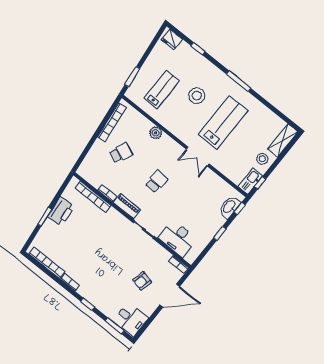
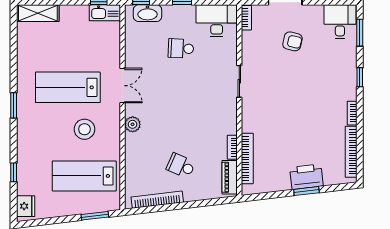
window: (239, 81) -> (14, 105), width x0.69
lab bench: (162, 90) -> (84, 176), width x1.36, depth x1.39
stool: (197, 96) -> (84, 129), moved
plant: (156, 133) -> (133, 124), moved
stool: (262, 159) -> (73, 19), removed
school desk: (156, 181) -> (181, 48), moved
piano: (127, 206) -> (230, 177), moved
printer: (61, 211) -> (306, 177), moved
desk: (178, 238) -> (217, 21), moved, turned -90

